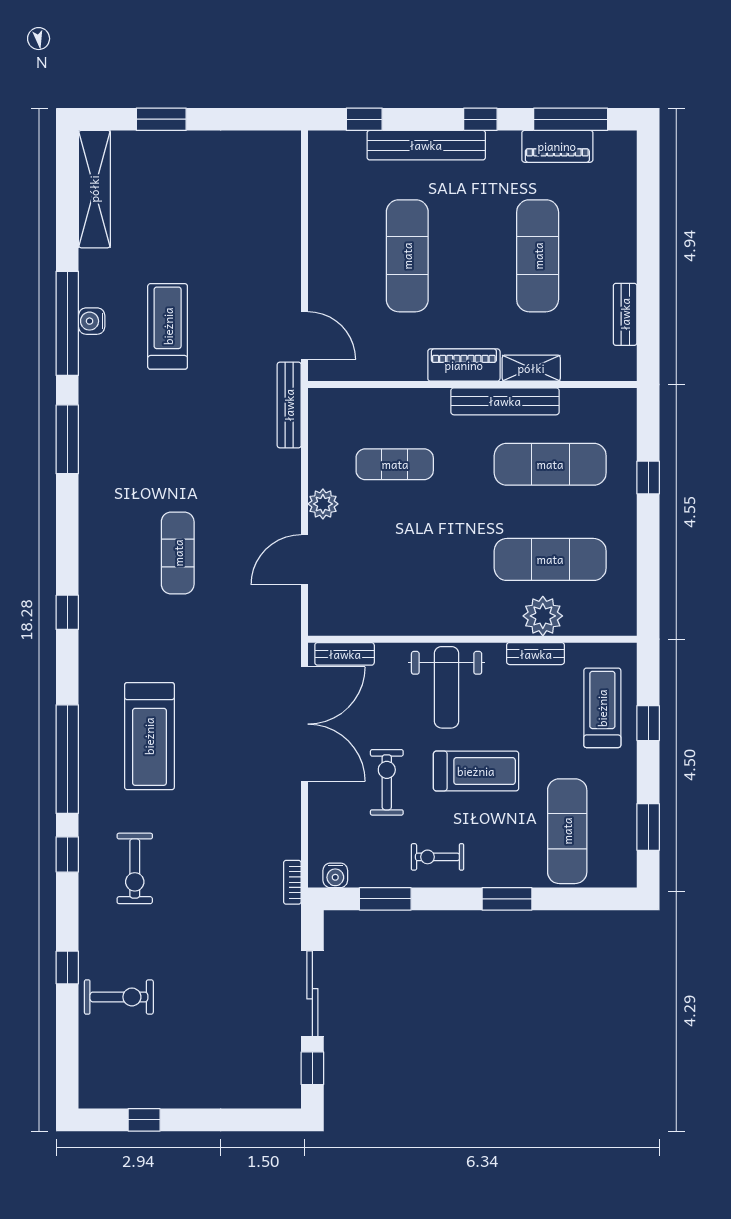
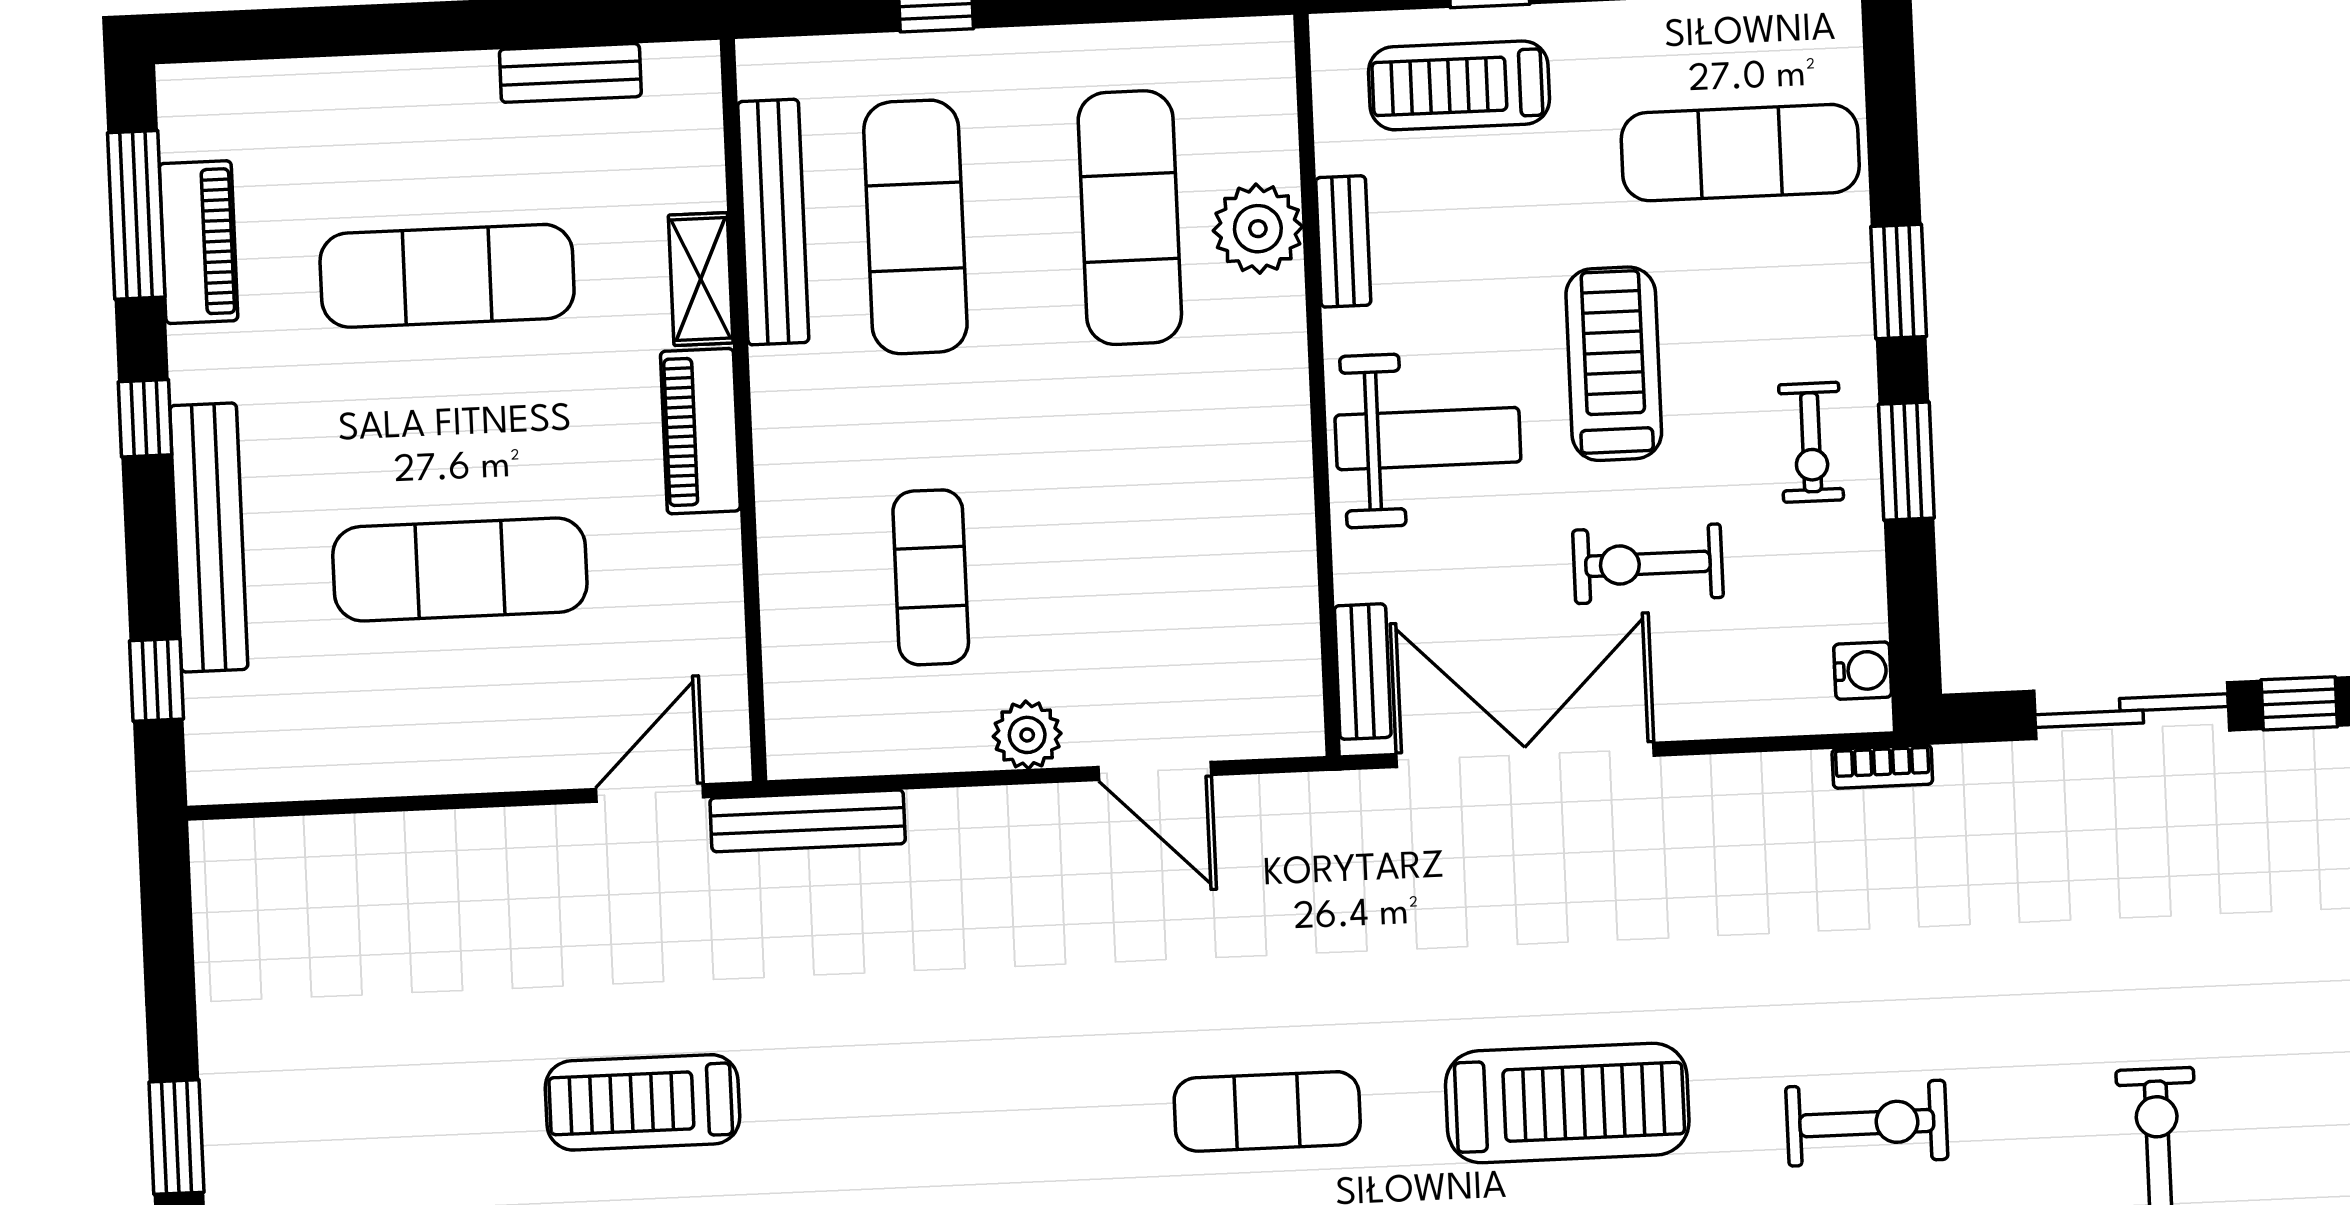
bench: (505, 401) -> (773, 222), moved
exercise mat: (178, 553) -> (1267, 1111), moved
window: (385, 899) -> (1906, 461), moved

